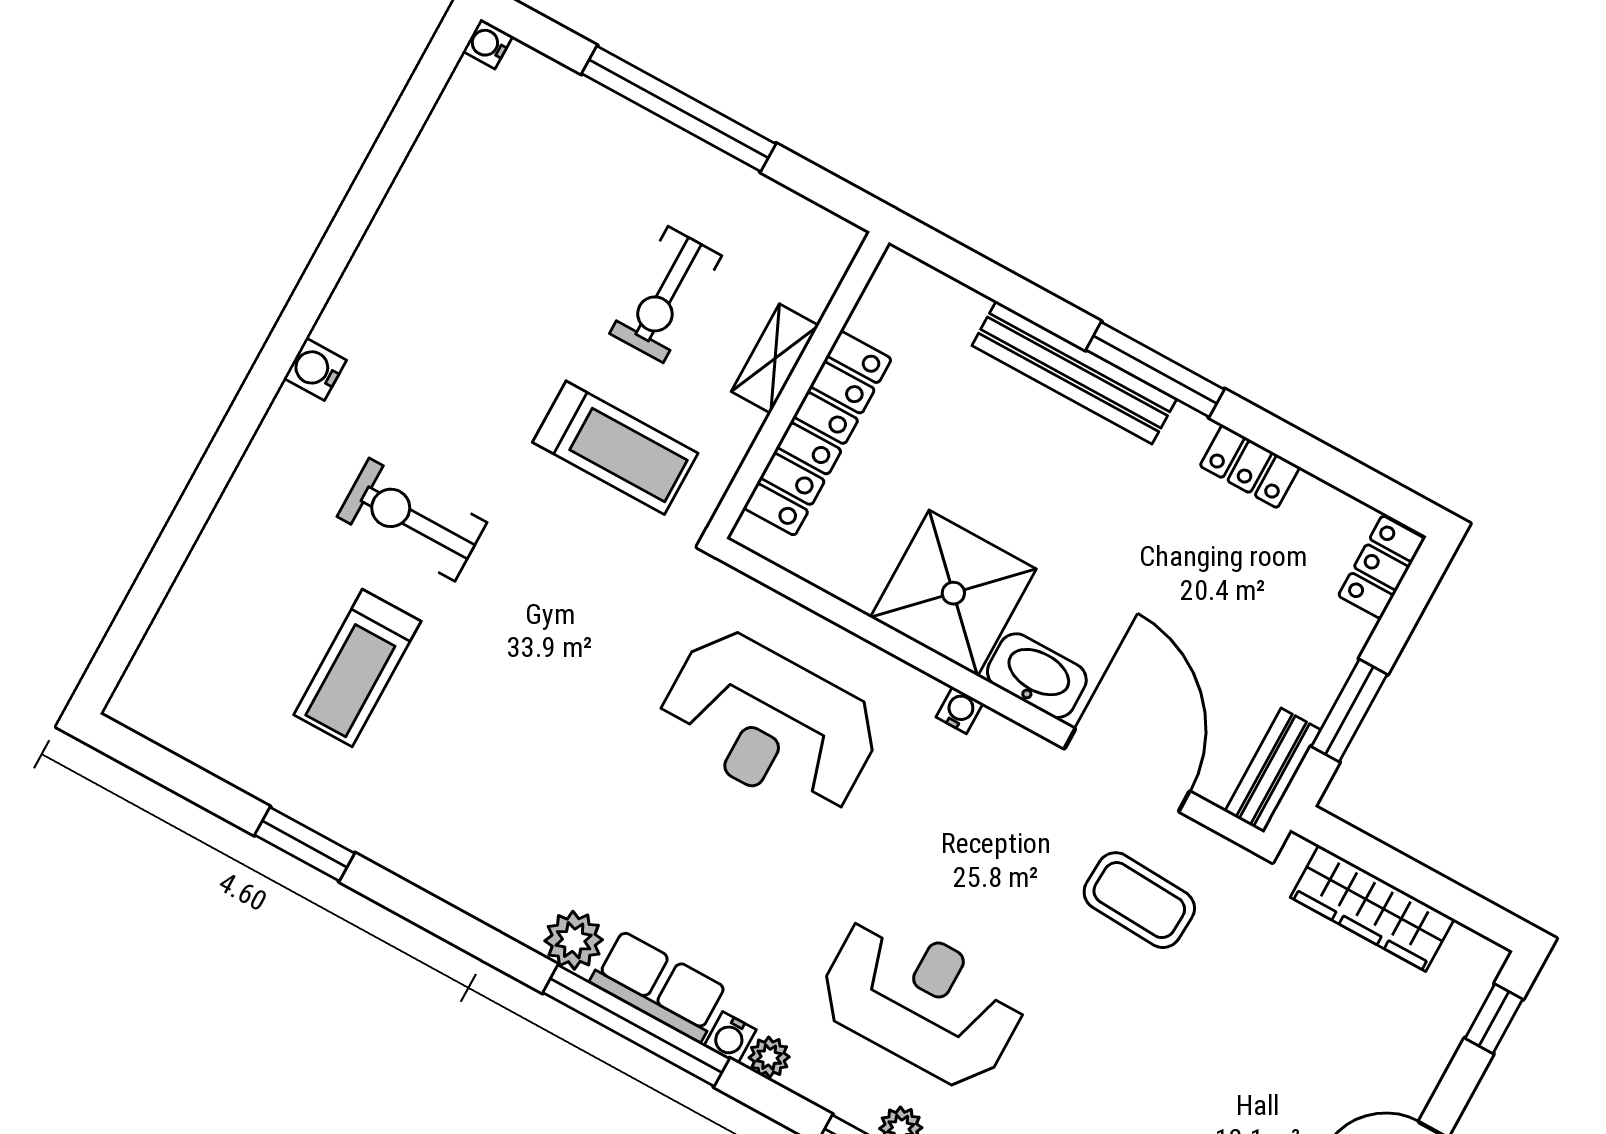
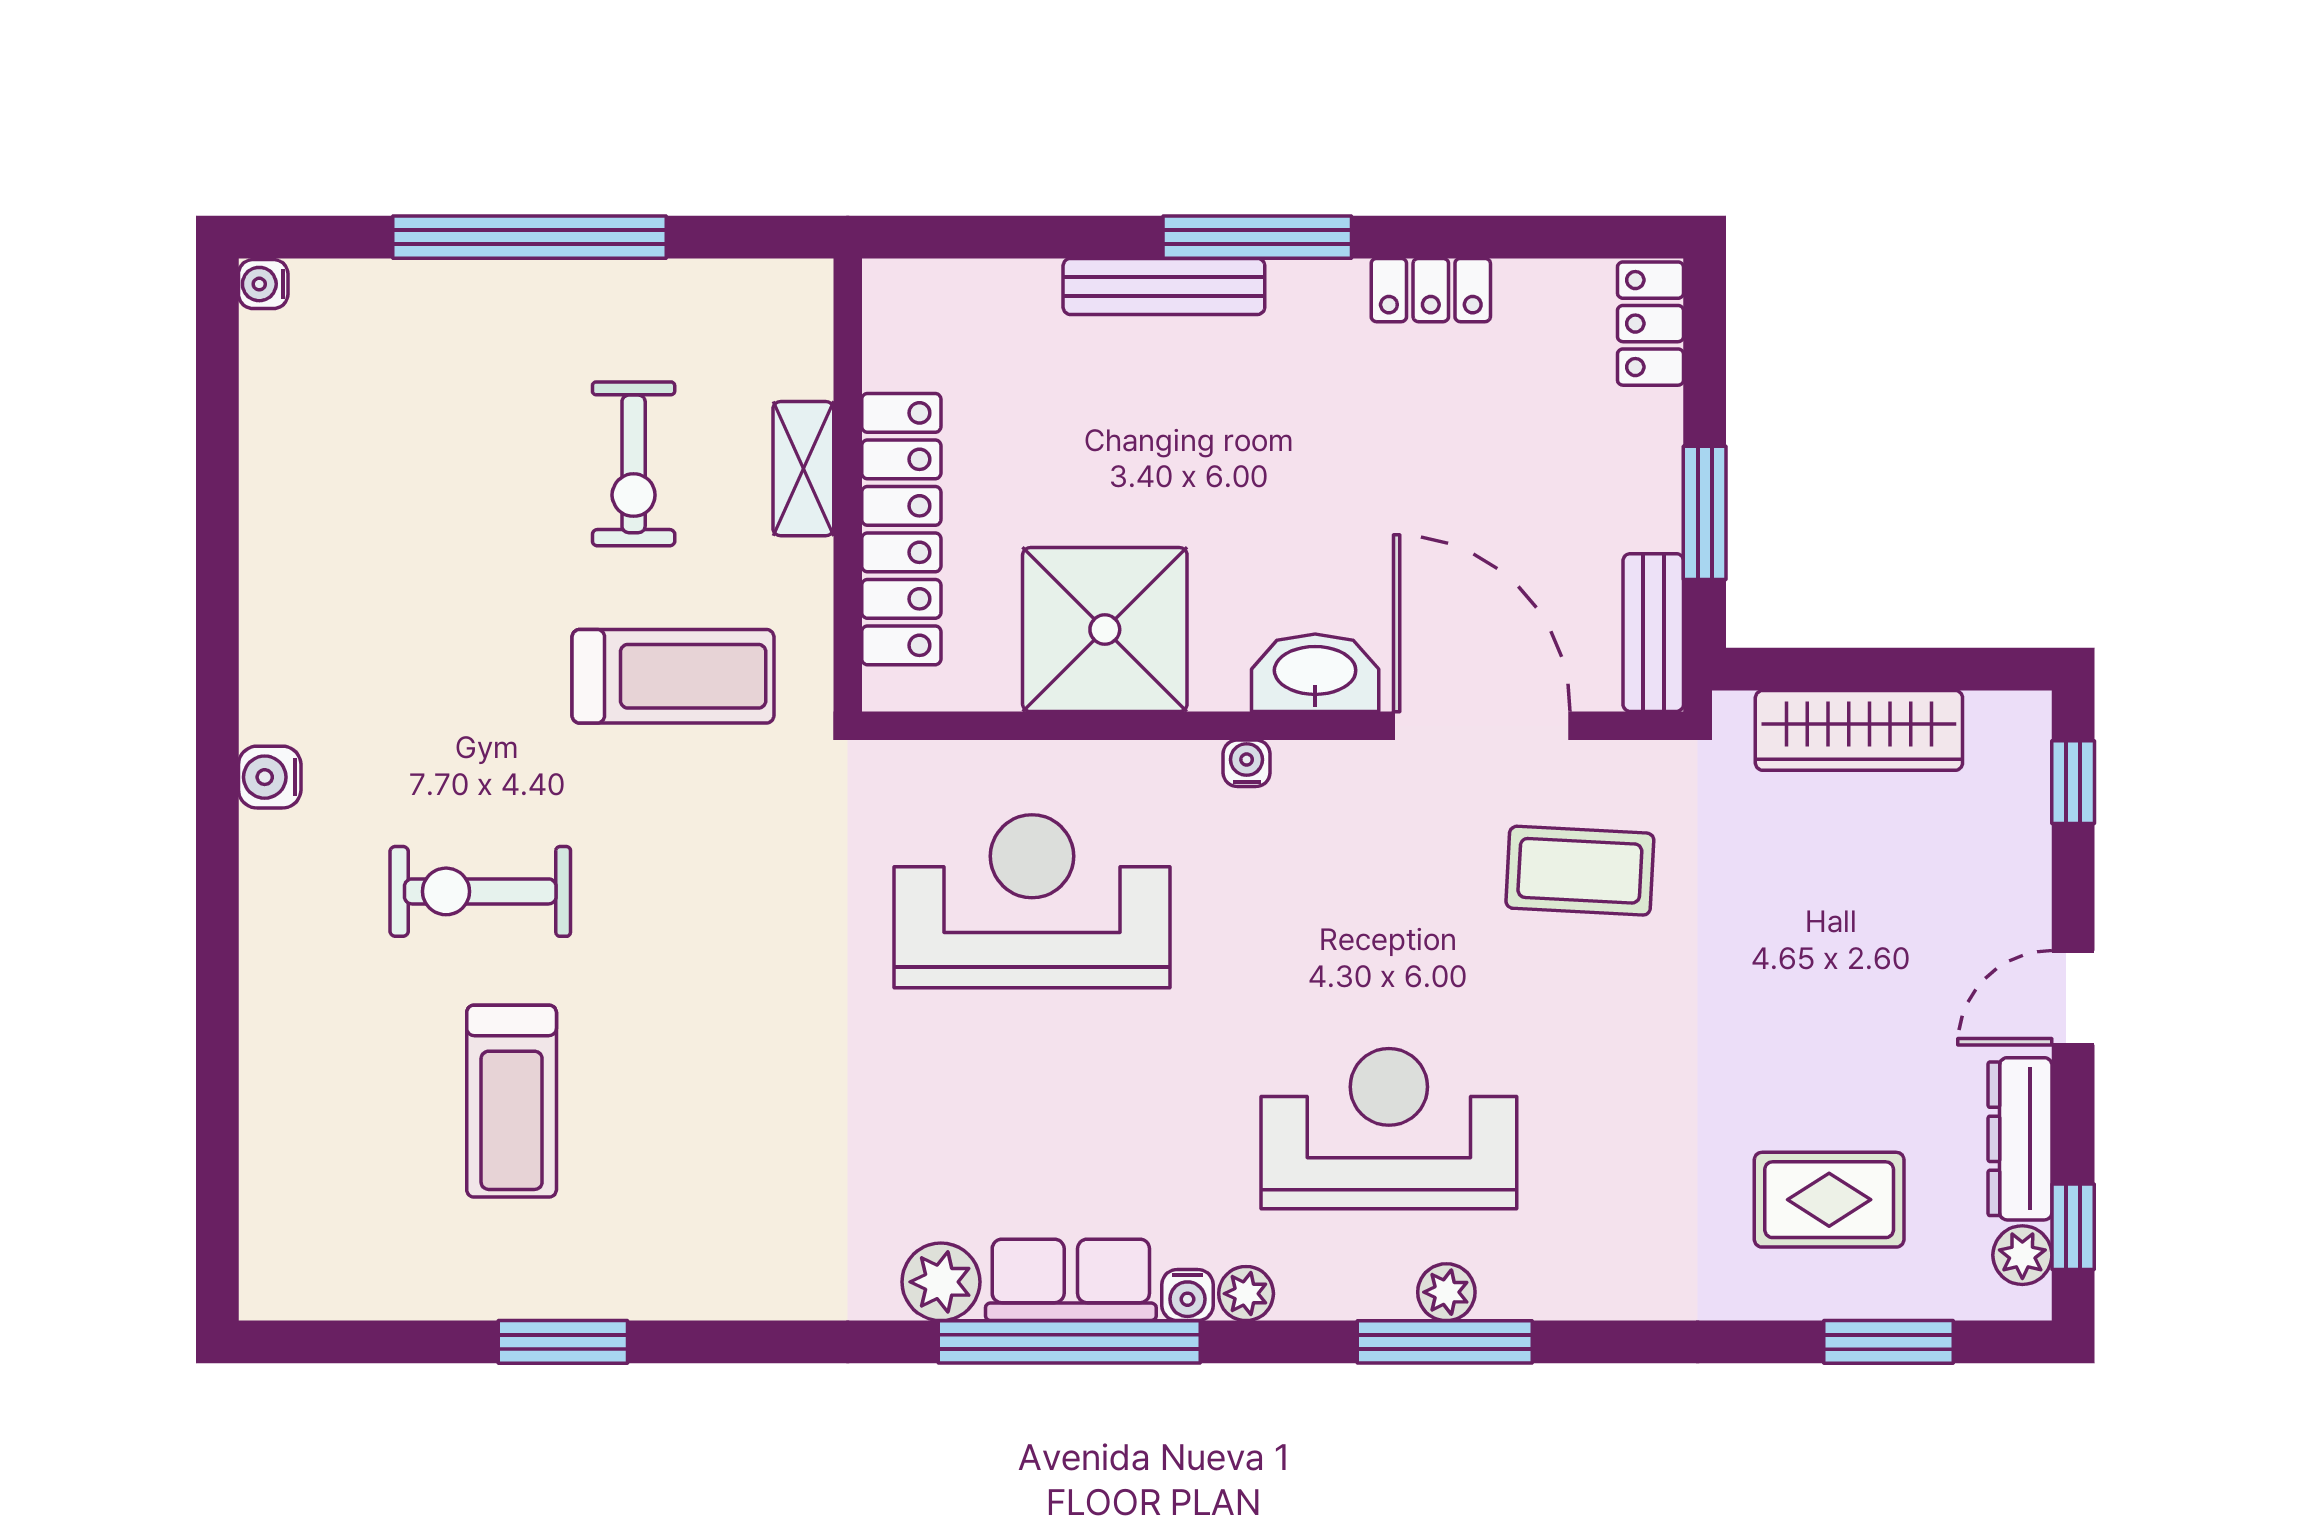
bench: (1074, 372) -> (1164, 286), width x0.73, depth x0.82
shower: (953, 593) -> (1105, 630), moved
reception desk: (770, 724) -> (1032, 901), turned 180

